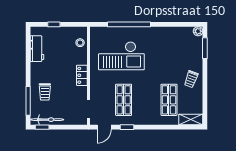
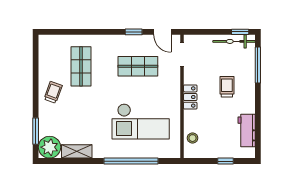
plant: (198, 31) -> (50, 147), width x1.88, depth x1.88
checkout: (121, 56) -> (141, 121), turned 180
trolley: (45, 92) -> (227, 87), moved
shop shelf: (124, 100) -> (138, 66), turned 90
shelving: (191, 120) -> (77, 151), moved
door: (104, 127) -> (162, 32), swing flipped

